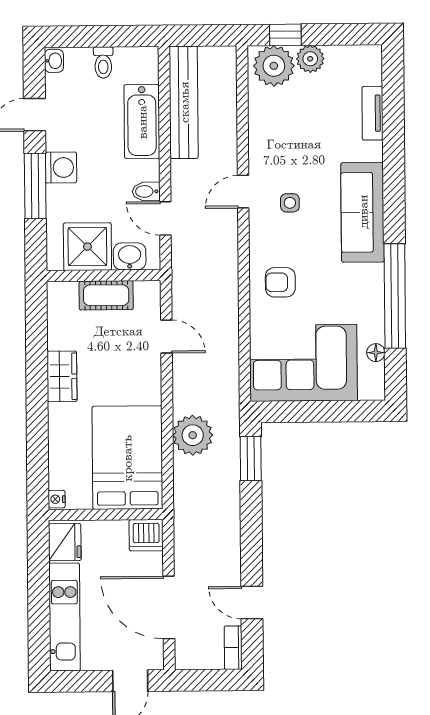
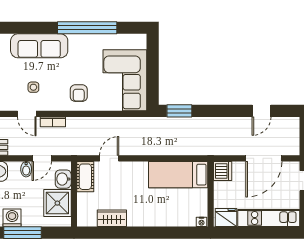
cot: (106, 295) -> (85, 177), moved
floor lamp: (376, 353) -> (119, 39), removed
wardrobe: (62, 376) -> (112, 218), moved
plant: (193, 435) -> (166, 144), removed
bed: (127, 458) -> (178, 175), width x0.67
bookcase: (233, 648) -> (53, 122), moved

